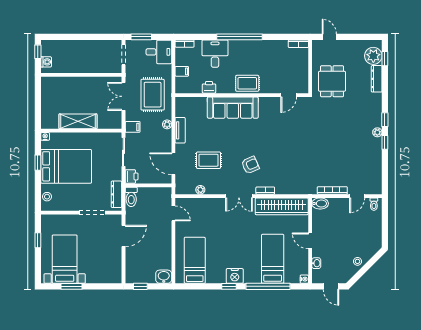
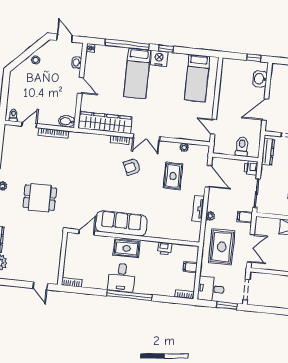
desk: (215, 54) -> (121, 278), moved
dining table: (332, 81) -> (40, 198), moved, turned 90
sofa: (233, 108) -> (121, 223), moved
rug: (209, 160) -> (173, 176), turned 90
double door: (239, 196) -> (146, 137), swing flipped
toilet: (131, 197) -> (242, 146), moved
bed: (273, 259) -> (137, 73), moved
washbasin: (164, 277) -> (260, 79), moved, turned 90

